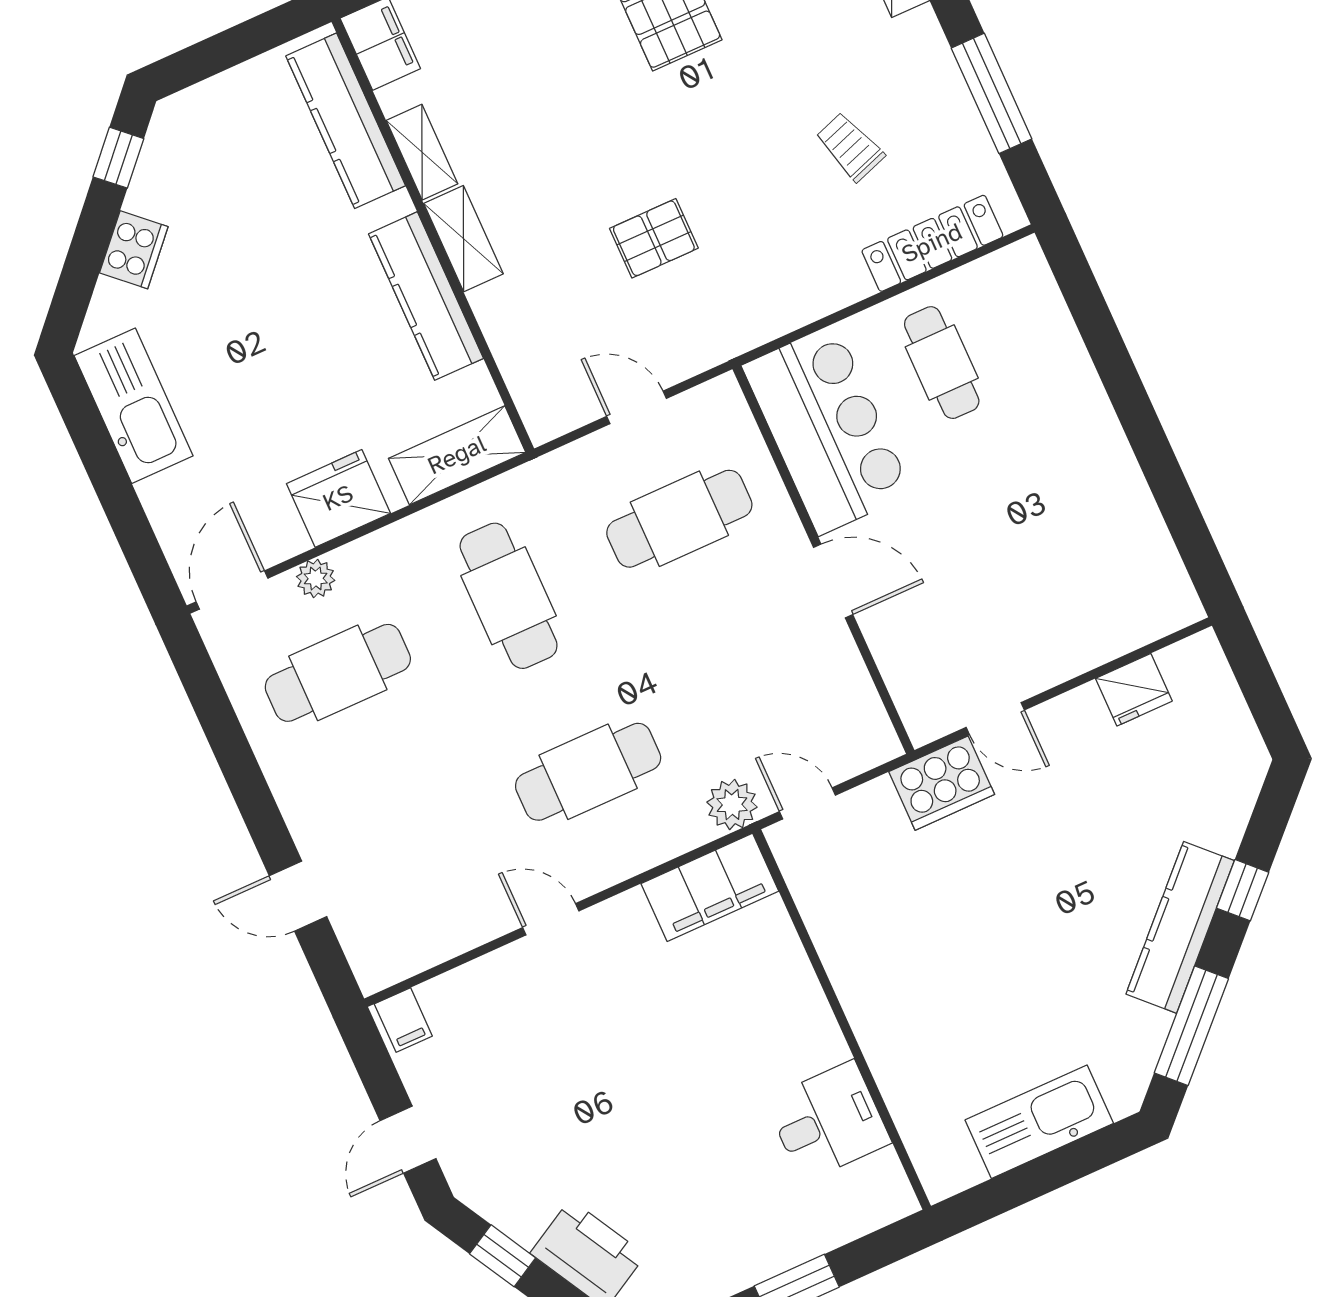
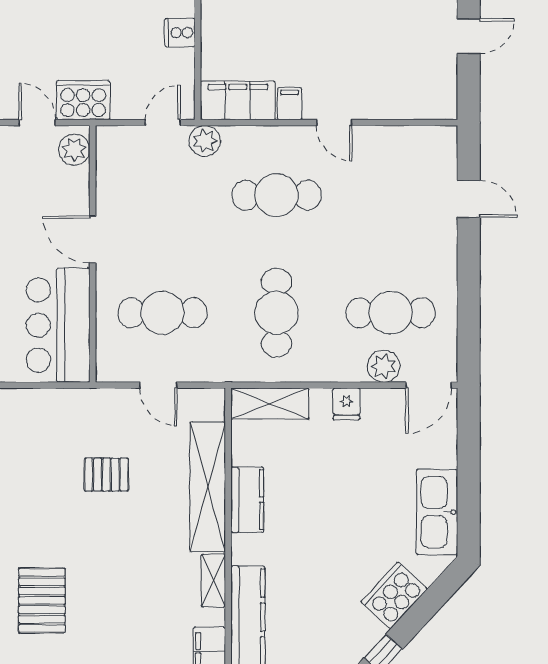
shelving: (463, 239) -> (208, 487), width x2.20, depth x1.33
cooker: (134, 250) -> (394, 595), width x1.37, depth x1.31
kitchen counter: (426, 296) -> (247, 500), width x0.67
fridge: (338, 498) -> (347, 404), width x0.53, depth x0.75
plant: (316, 578) -> (384, 366), width x1.38, depth x1.38
plant: (921, 703) -> (74, 150), added
door: (807, 803) -> (163, 123), swing flipped
cooker: (843, 950) -> (180, 33), added
filing cabinet: (403, 1020) -> (290, 104), moved

